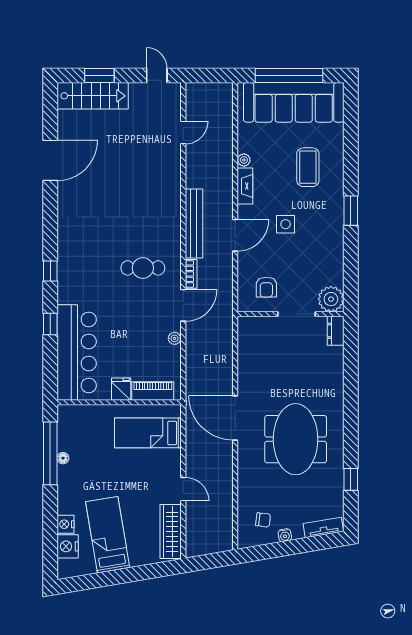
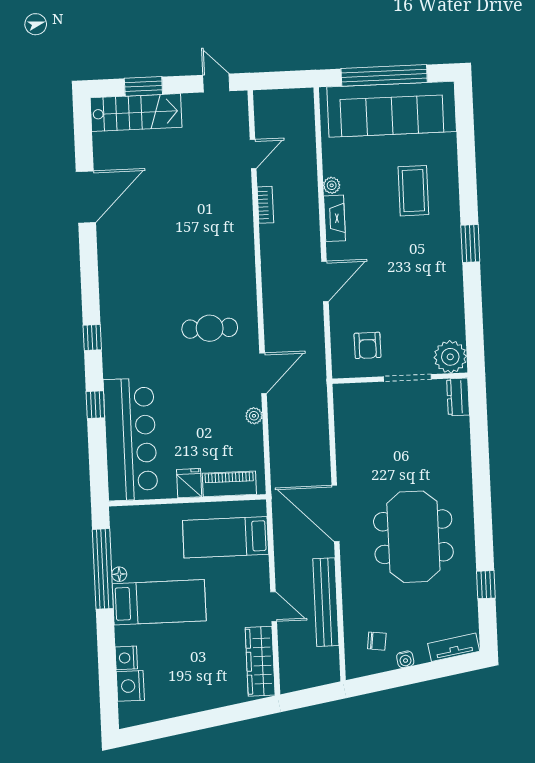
bench: (194, 223) -> (326, 602), moved
side table: (286, 224) -> (388, 264), removed
bookcase: (191, 274) -> (265, 205), moved
bed: (108, 535) -> (159, 602), moved, turned 100

